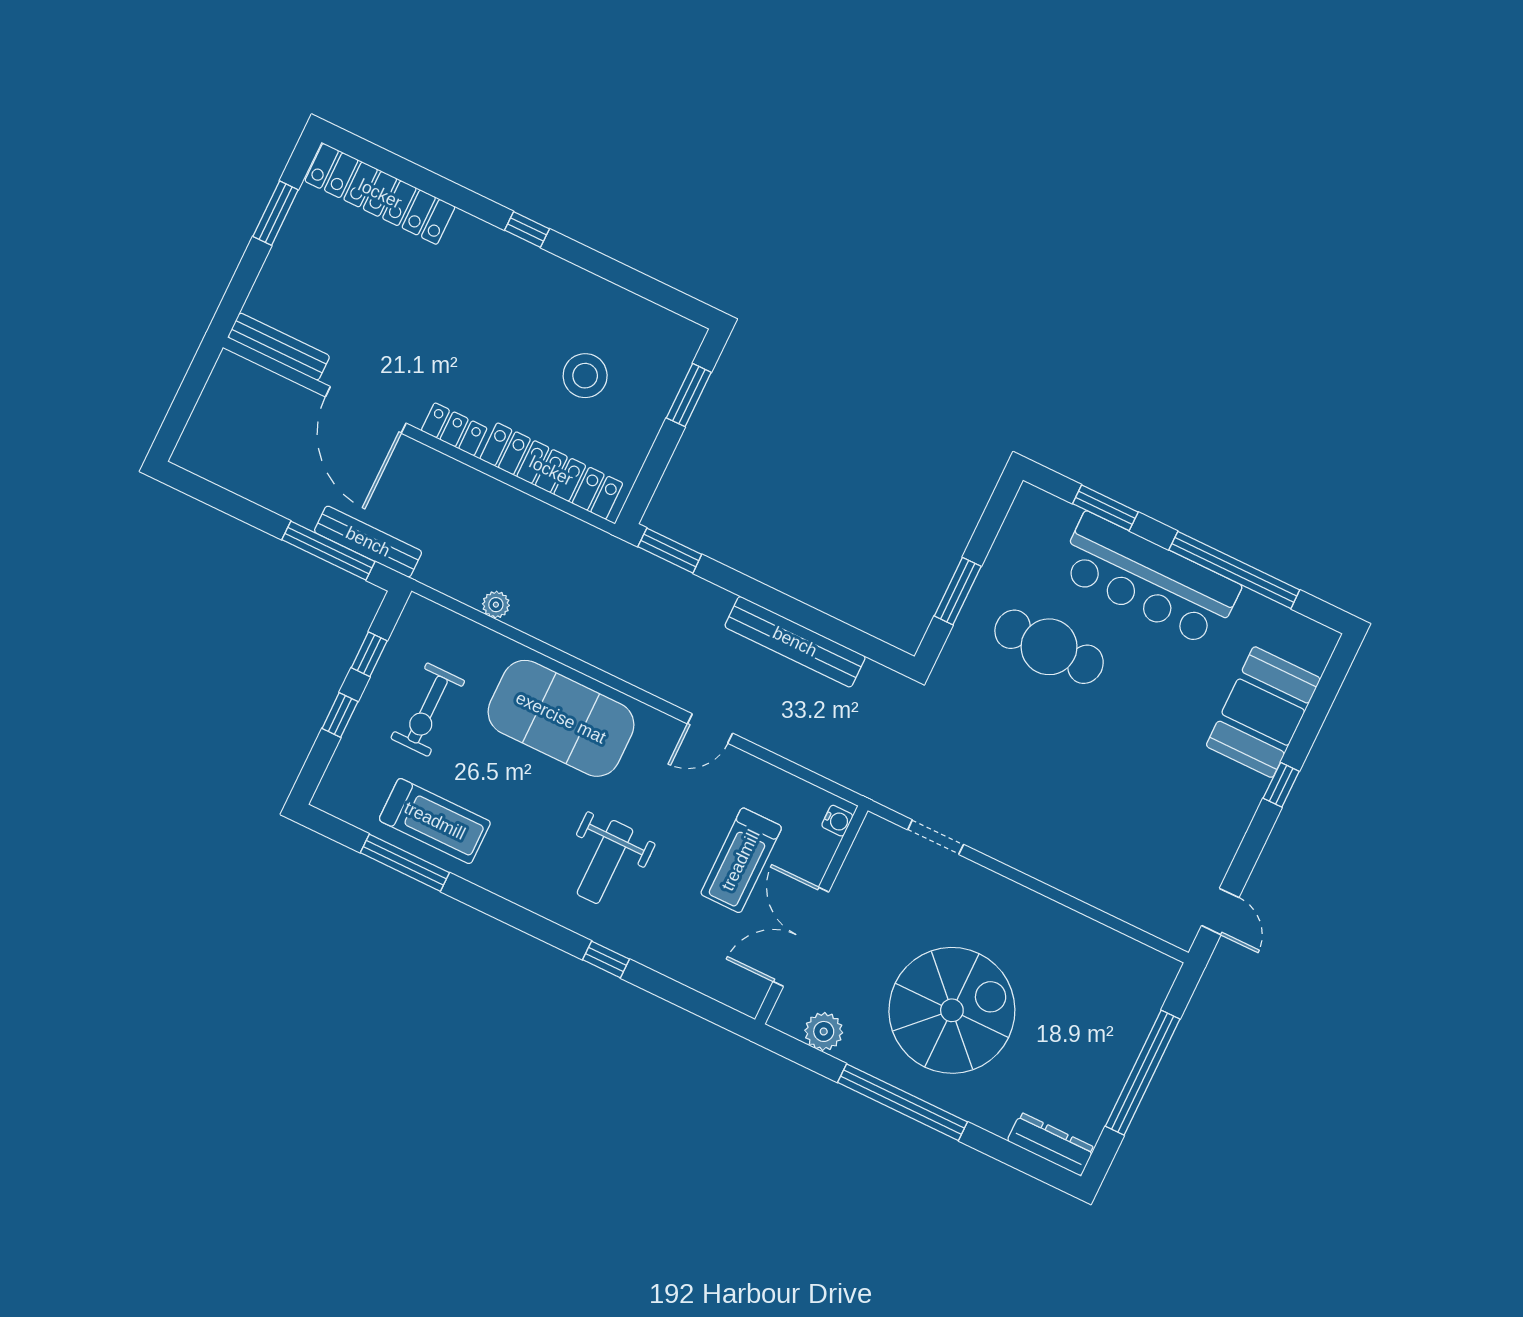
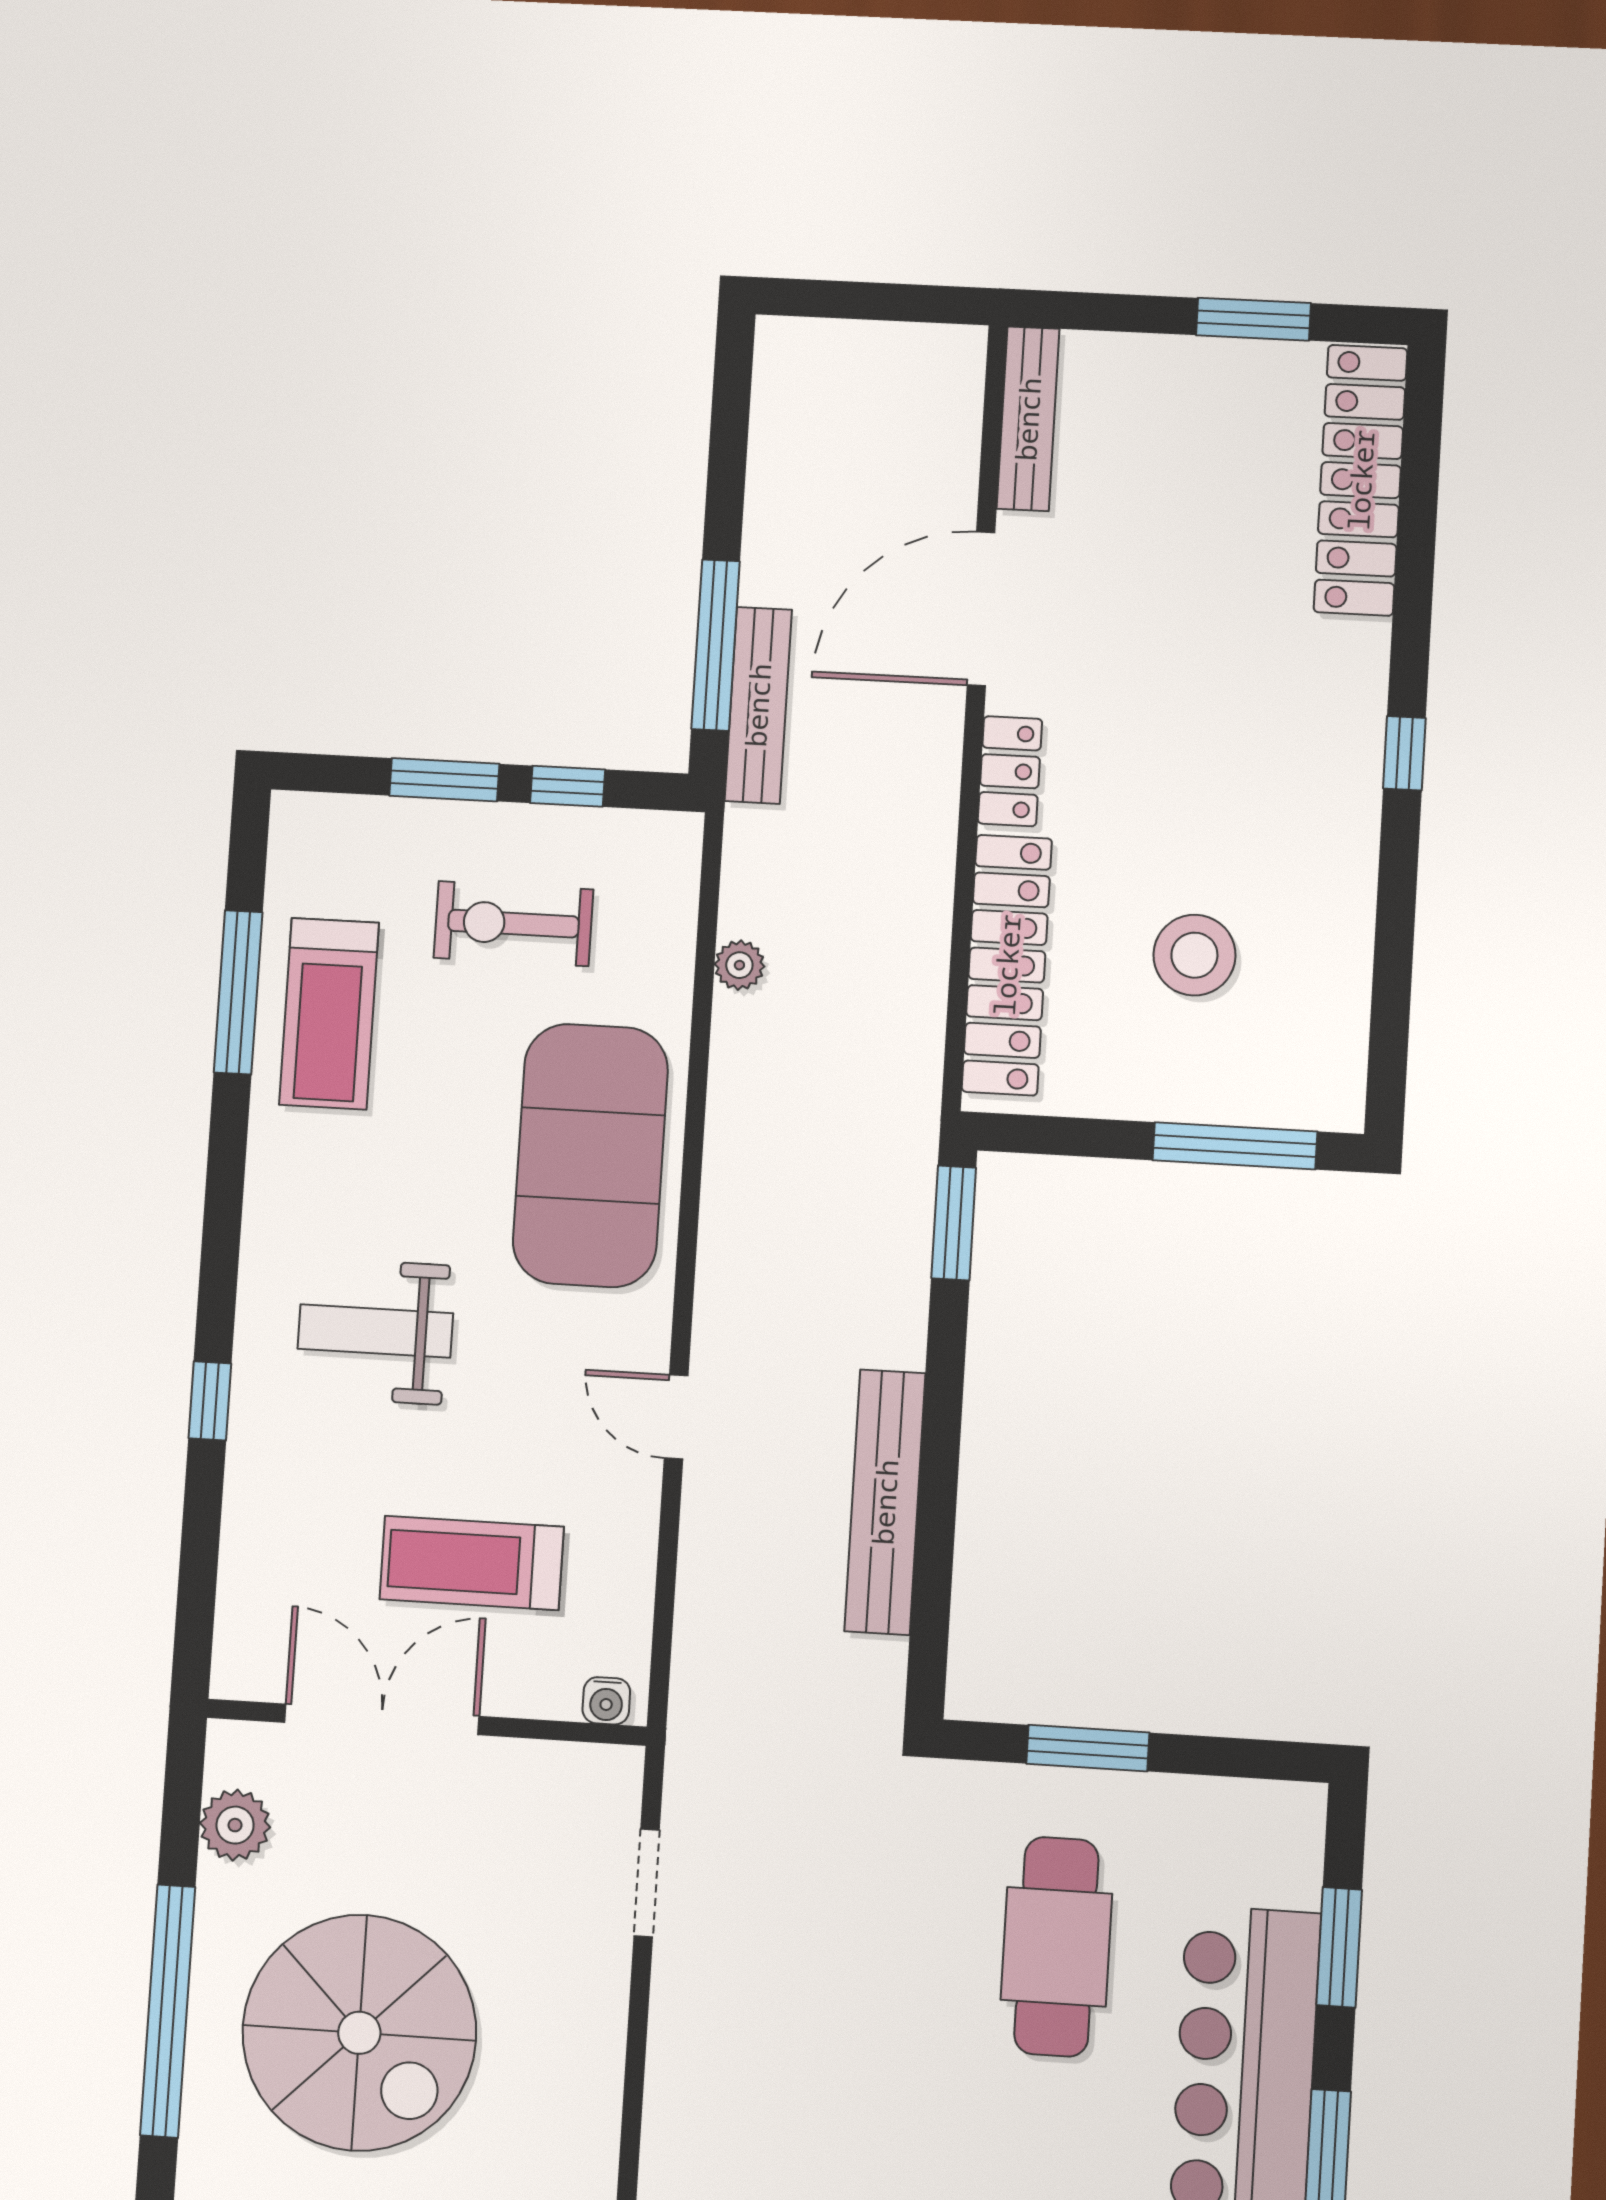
window: (689, 395) -> (1235, 1146), width x1.44
window: (340, 715) -> (444, 780), width x1.50

